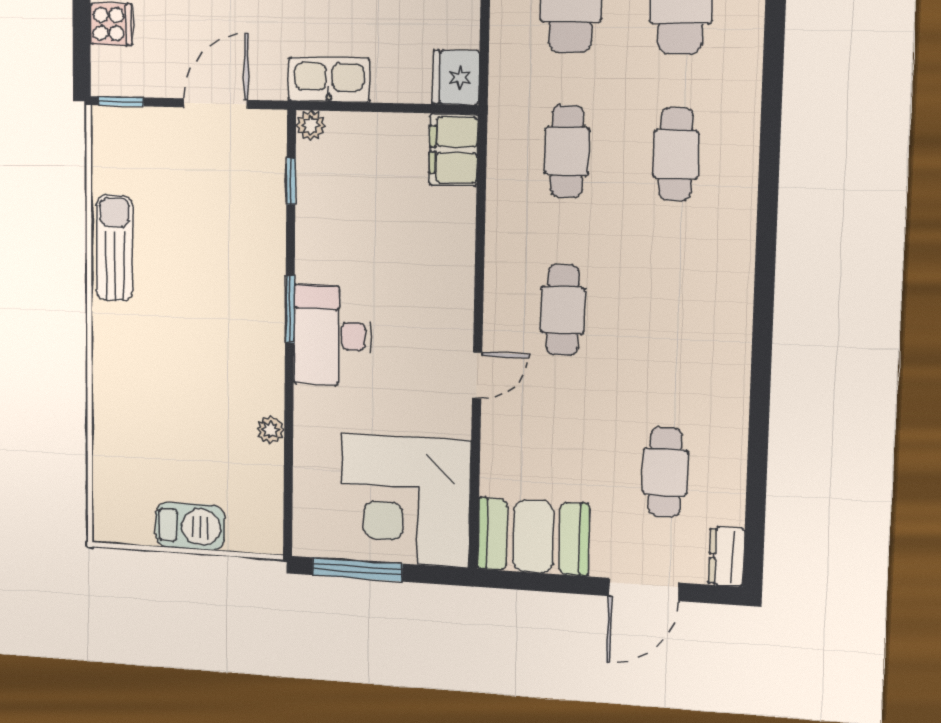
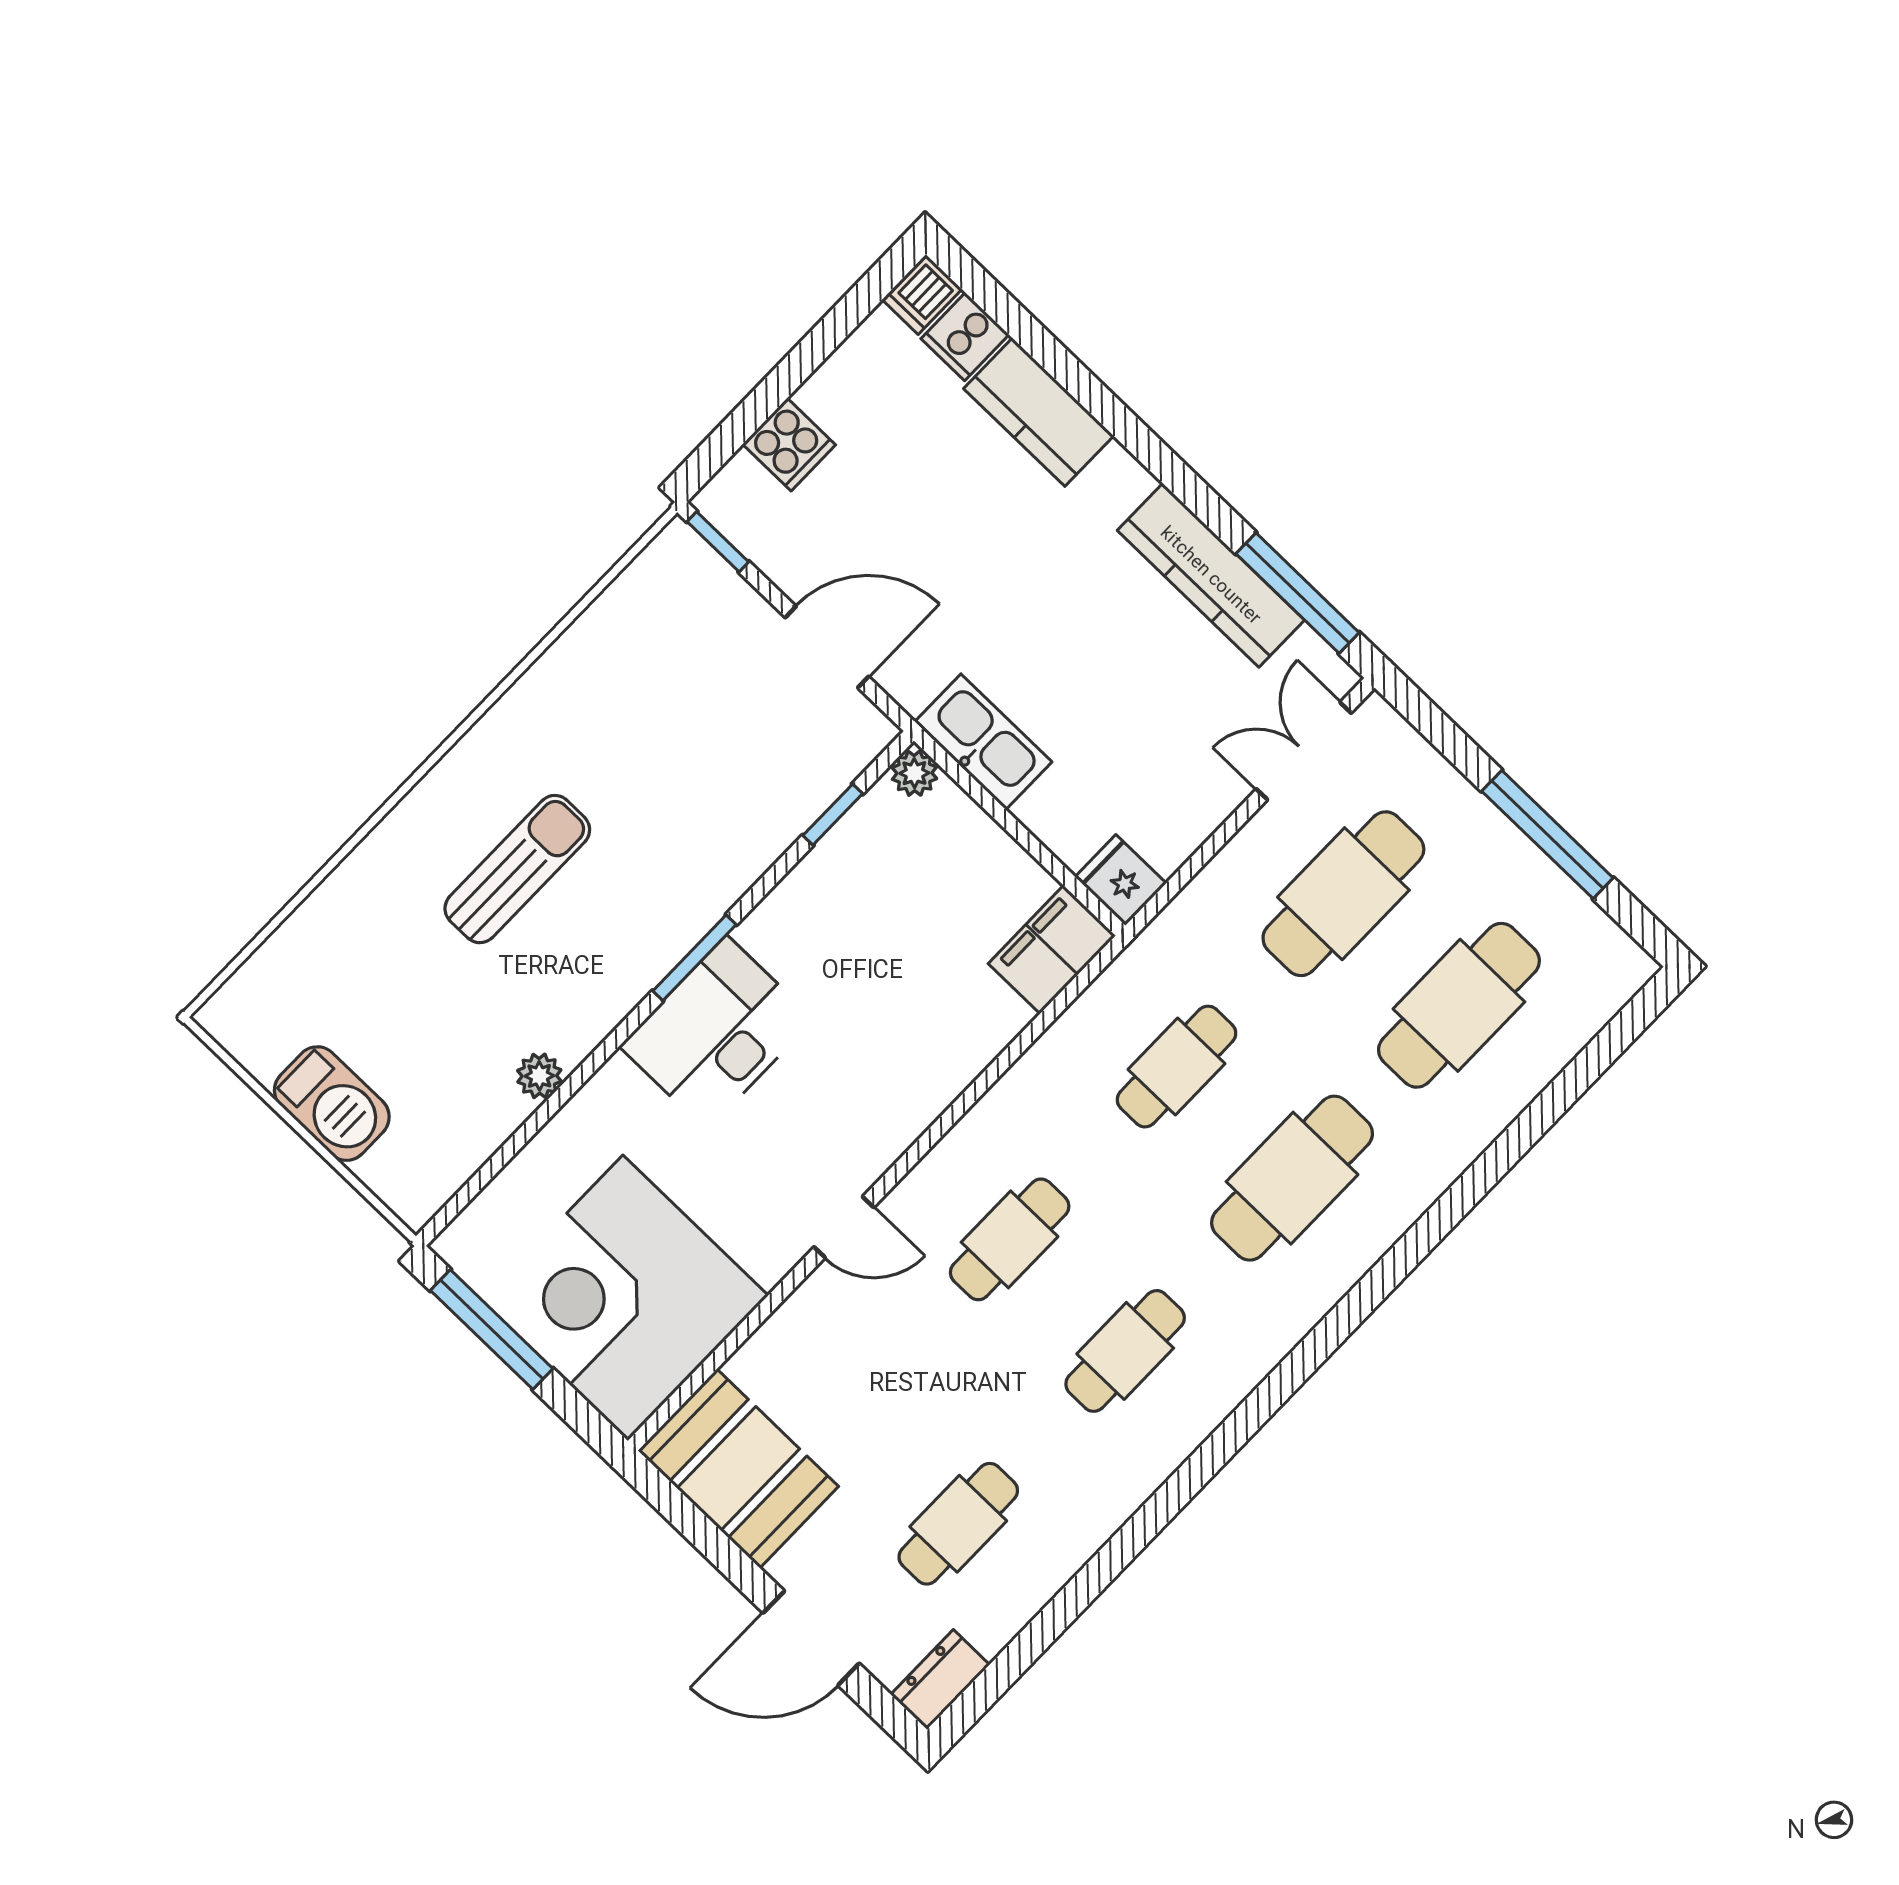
fridge: (456, 77) -> (1121, 880), width x0.72
cafe table: (676, 154) -> (1292, 1178), width x1.37, depth x1.35
sun lounger: (115, 248) -> (517, 869), moved
cafe table: (671, 315) -> (1125, 1351), added

